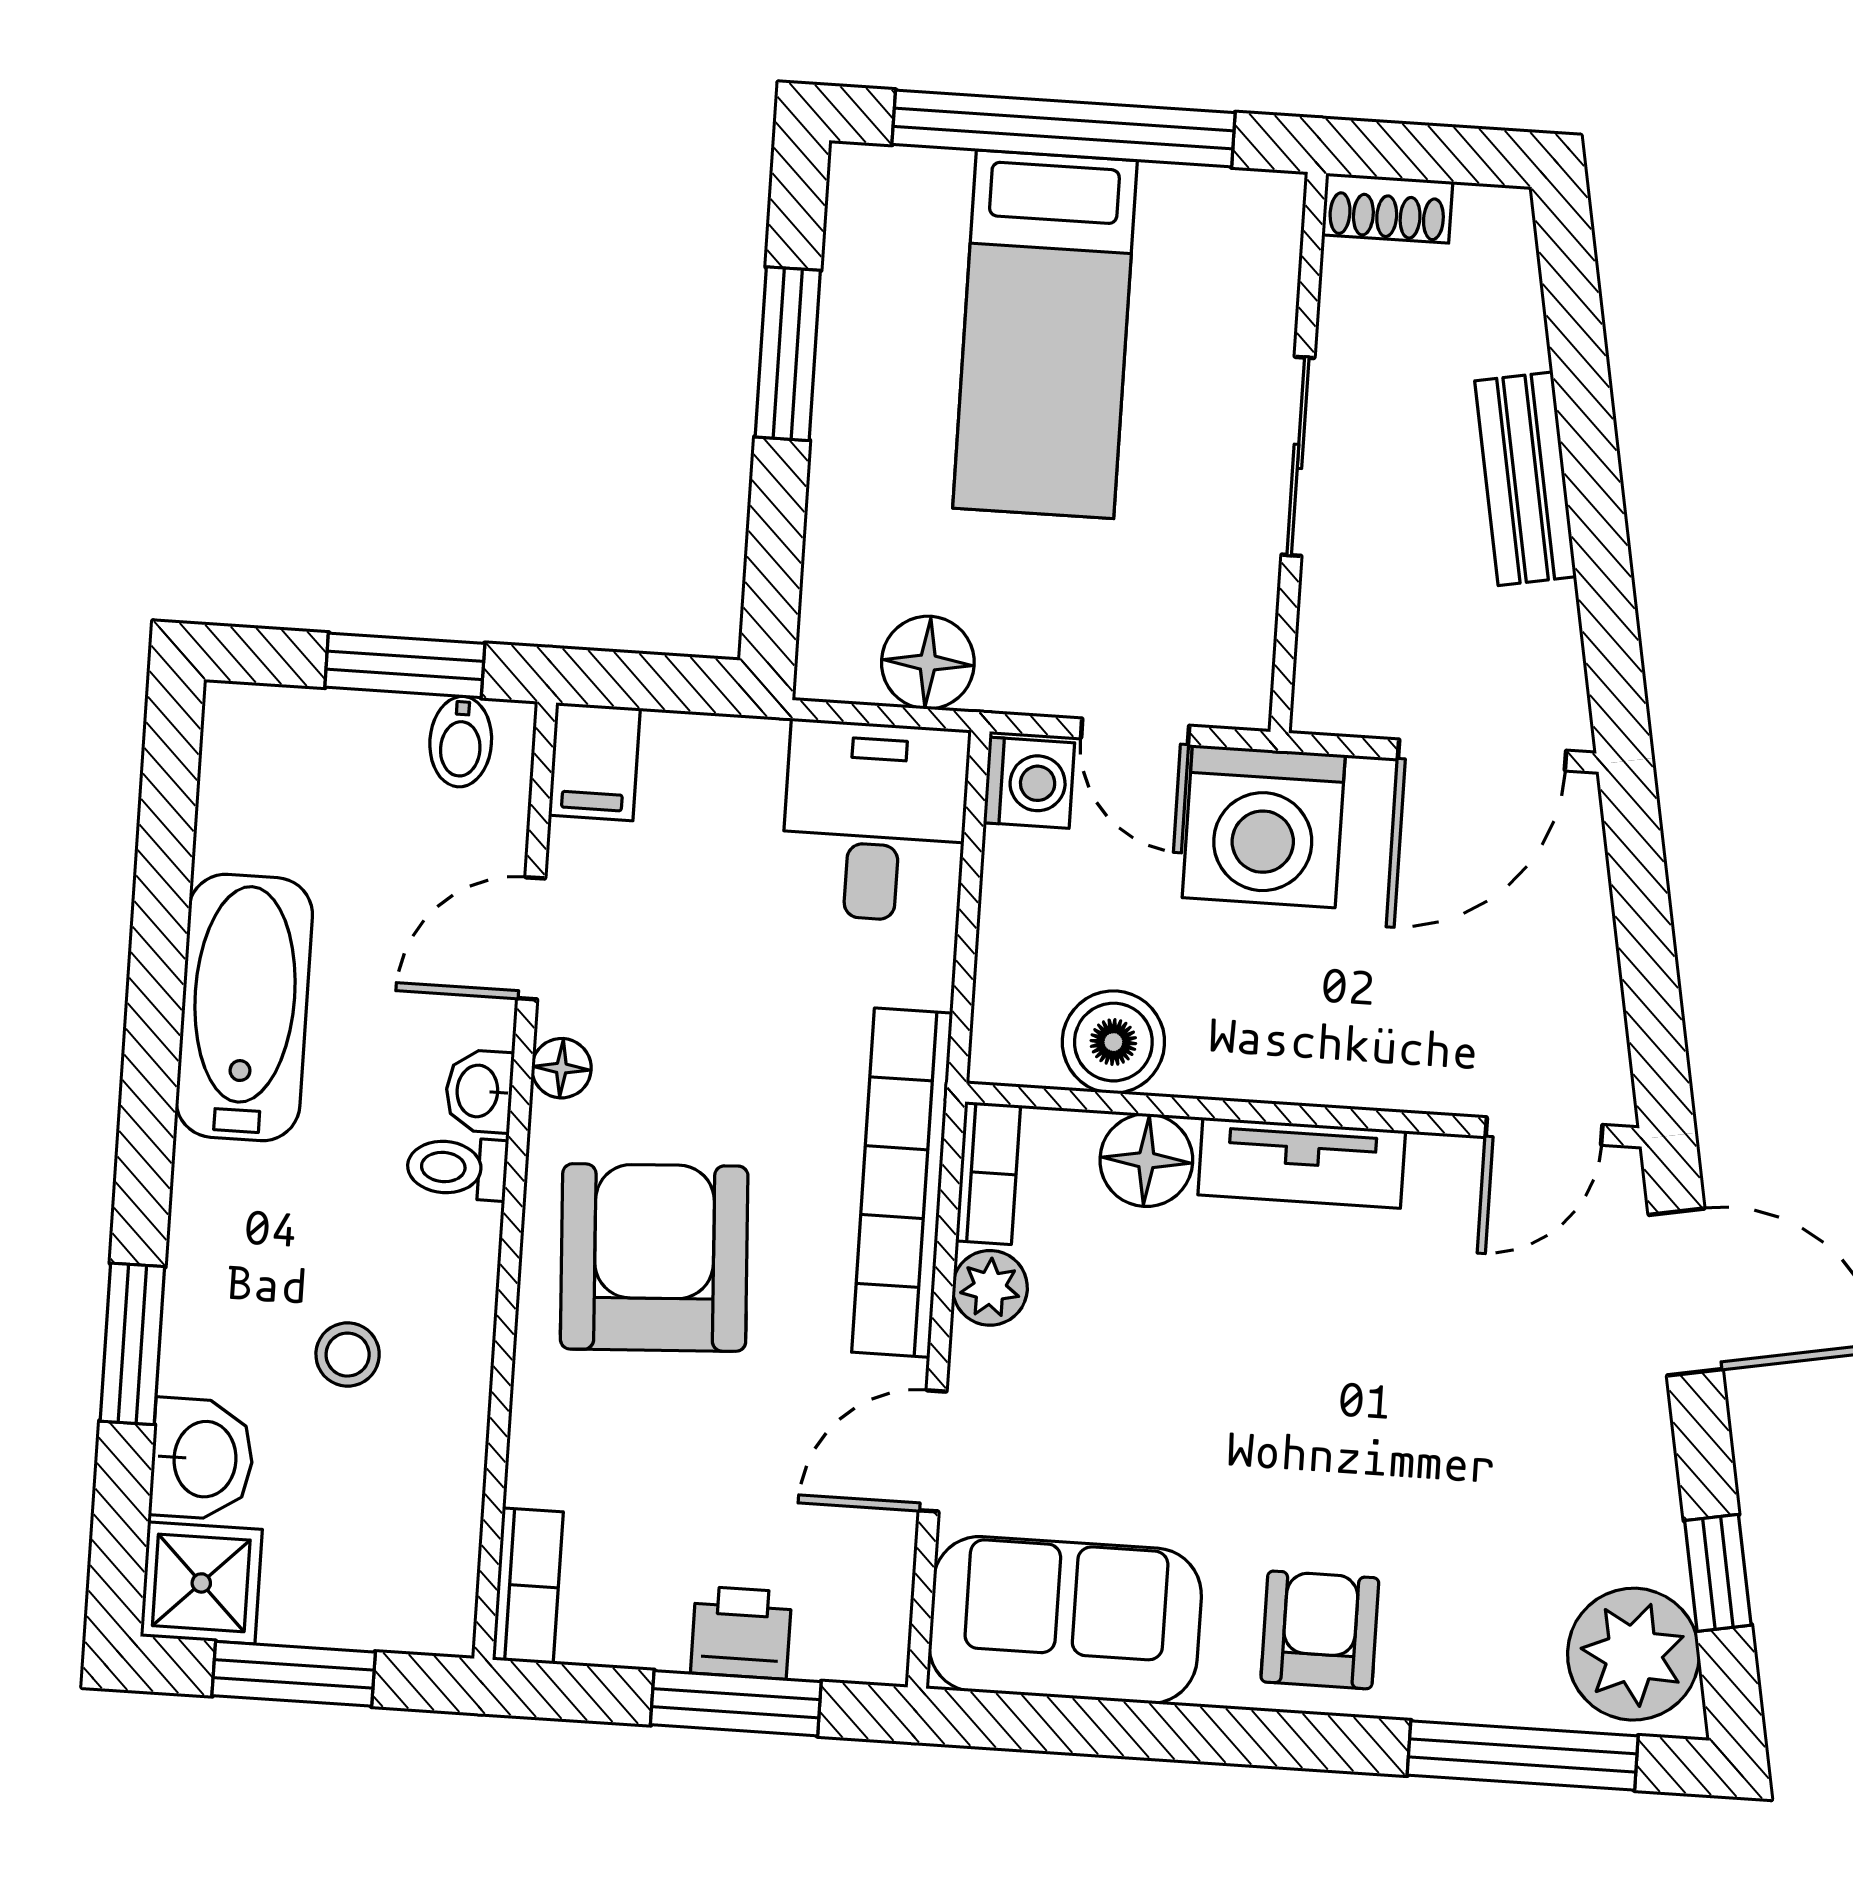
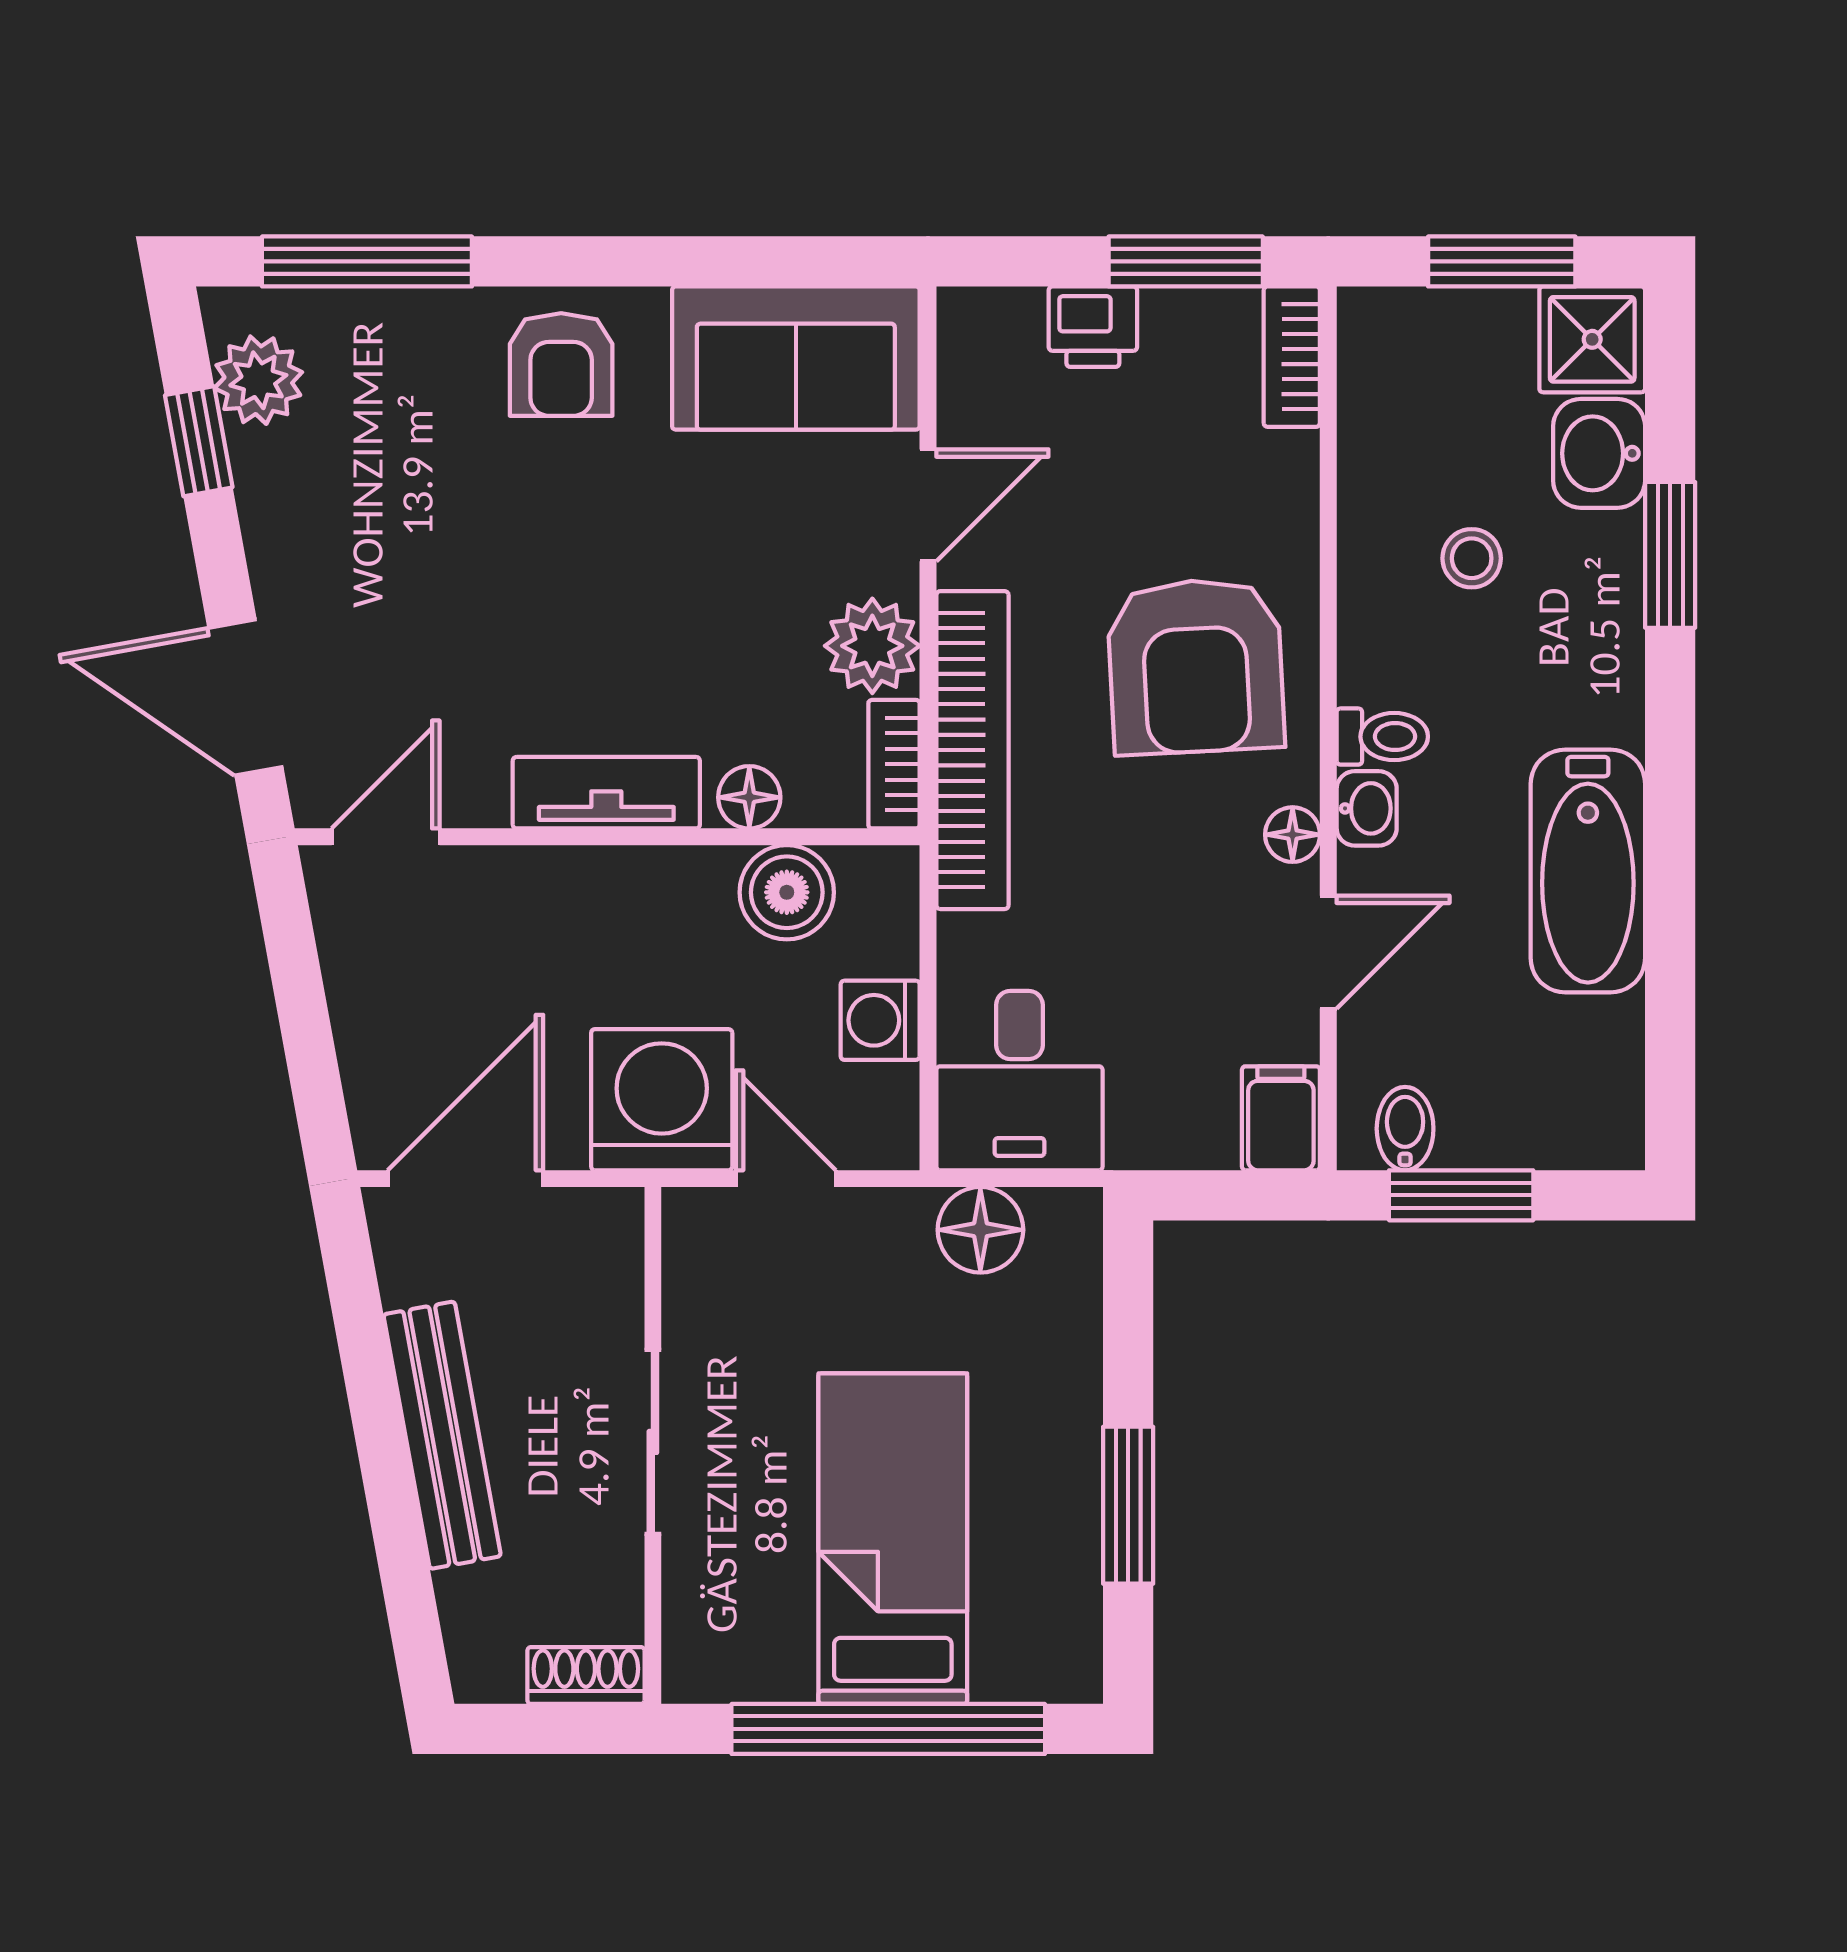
bench: (1526, 479) -> (442, 1435), width x1.36
washing machine: (1029, 783) -> (880, 1020), moved
floor lamp: (1146, 1160) -> (749, 797), width x0.73, depth x0.73
plant: (990, 1288) -> (872, 646), width x1.38, depth x1.38
plant: (1633, 1654) -> (258, 380), width x0.73, depth x0.73
window: (736, 1703) -> (1186, 261), moved

